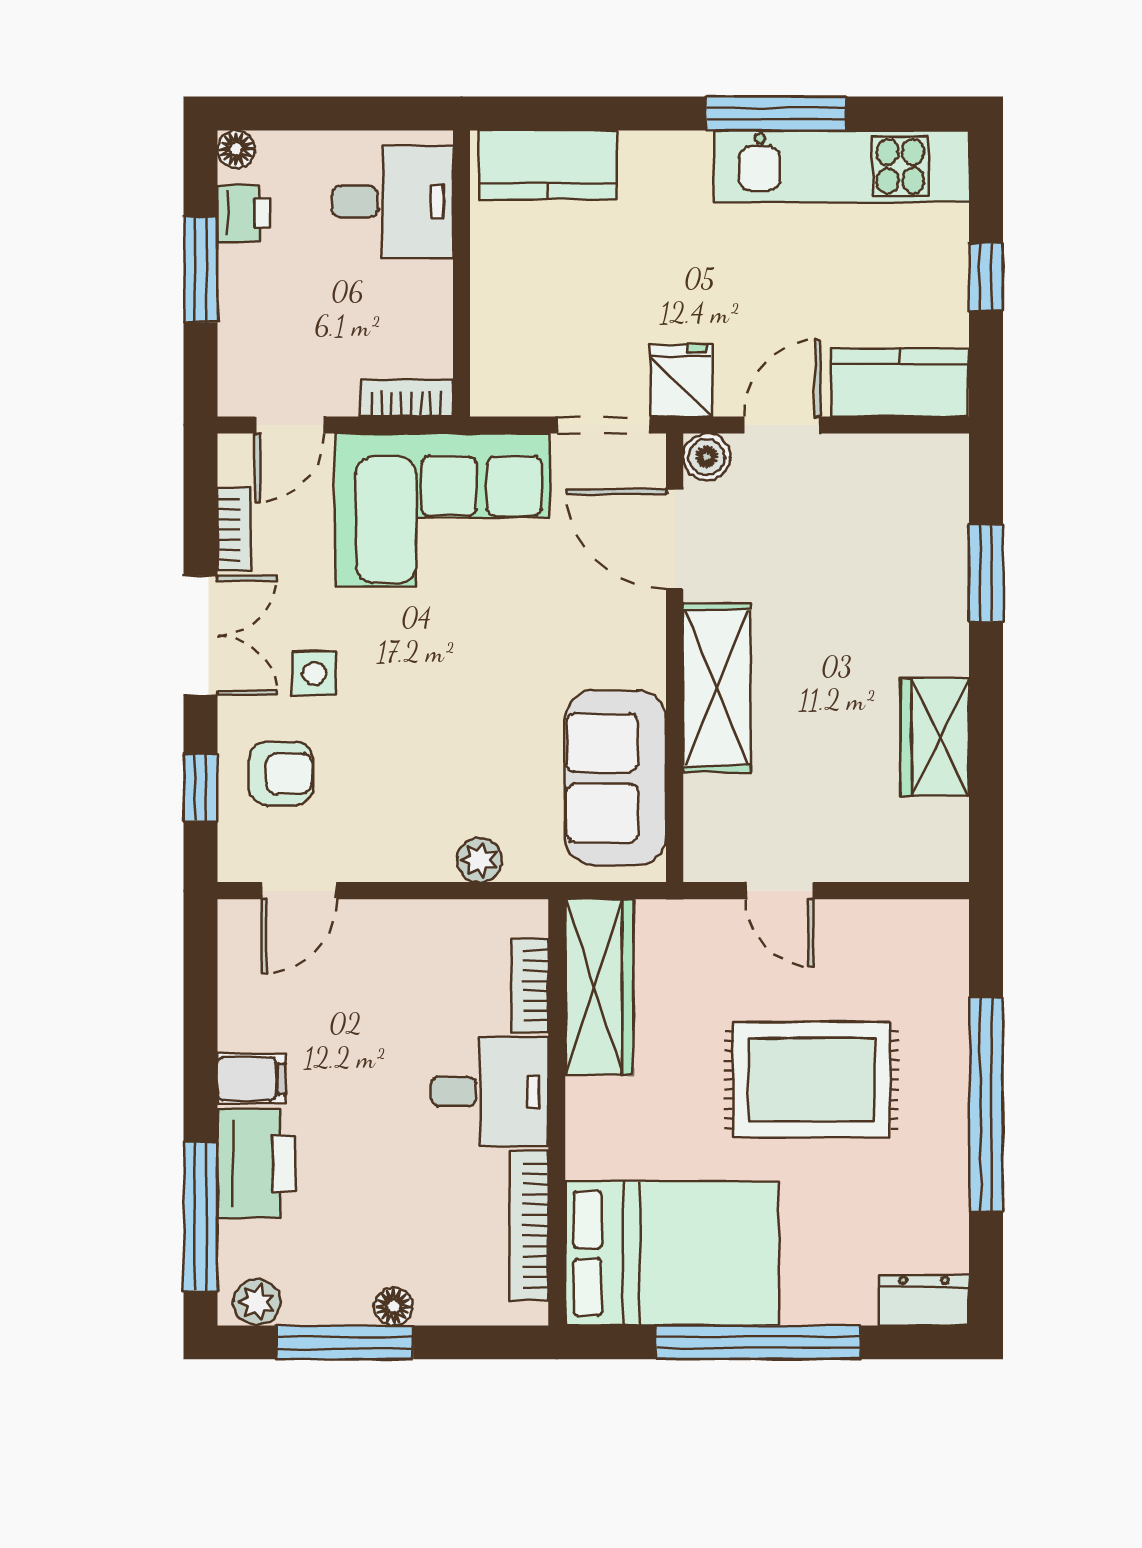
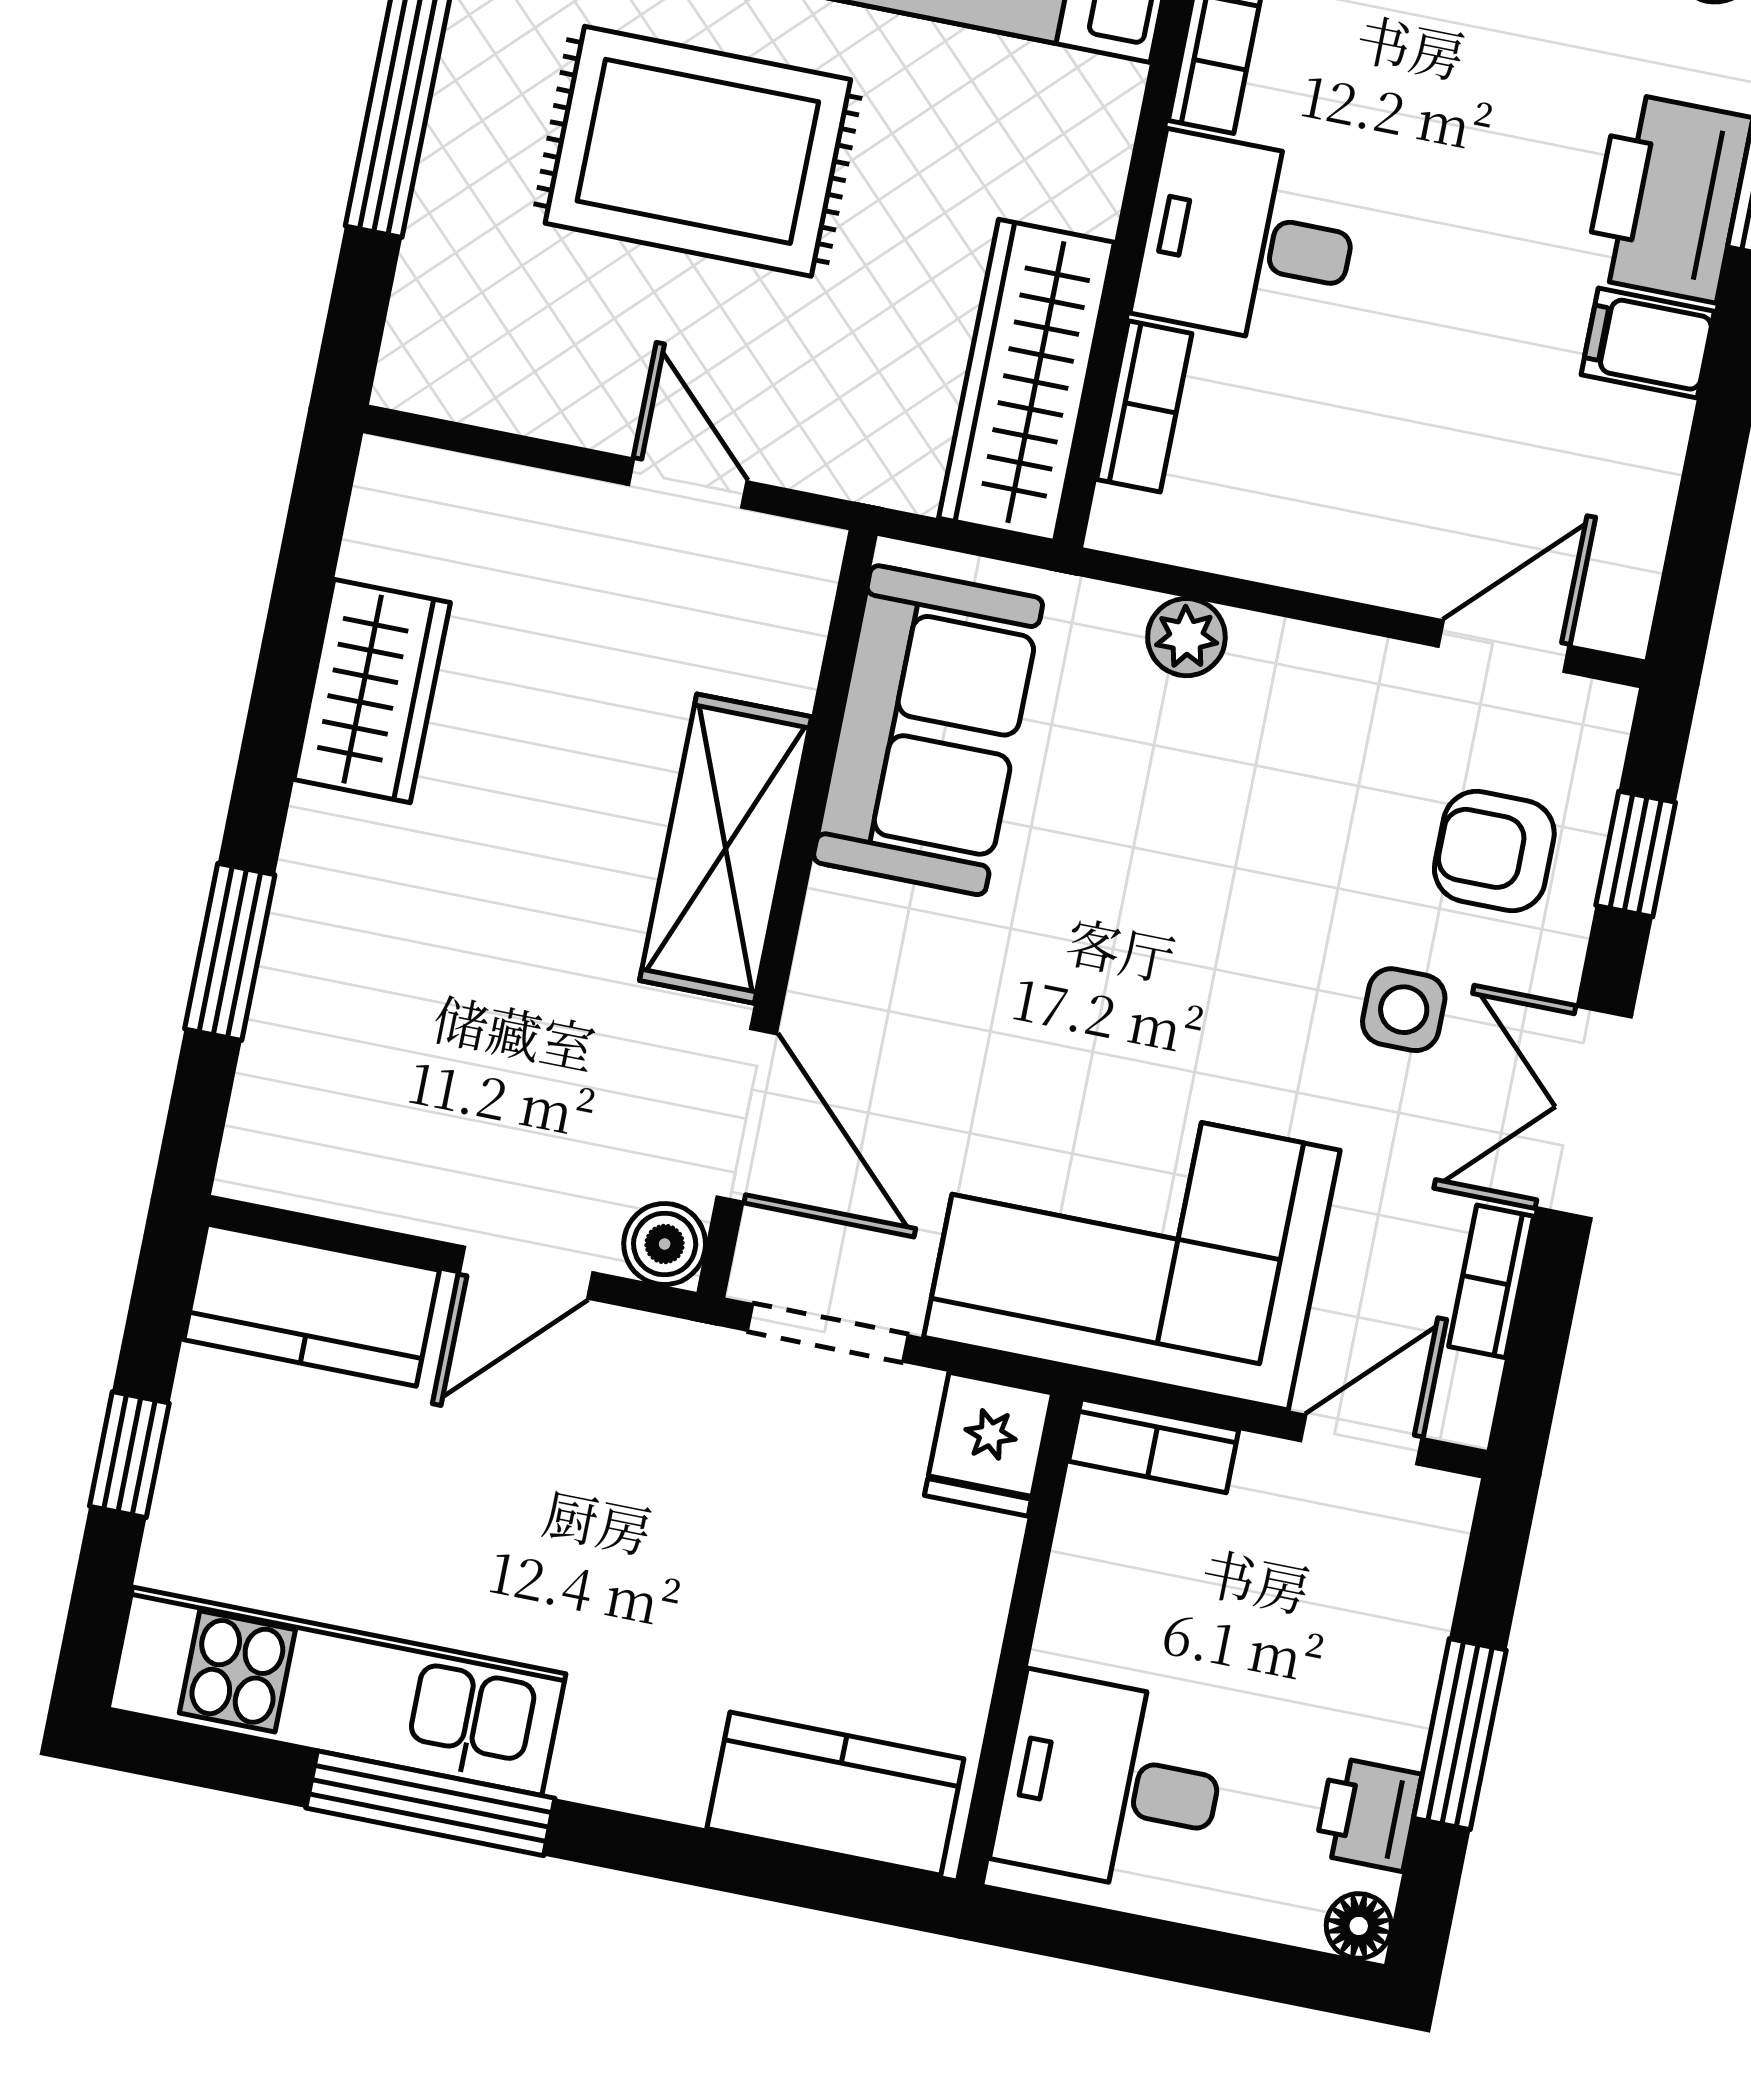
fridge: (681, 380) -> (989, 1444), moved

